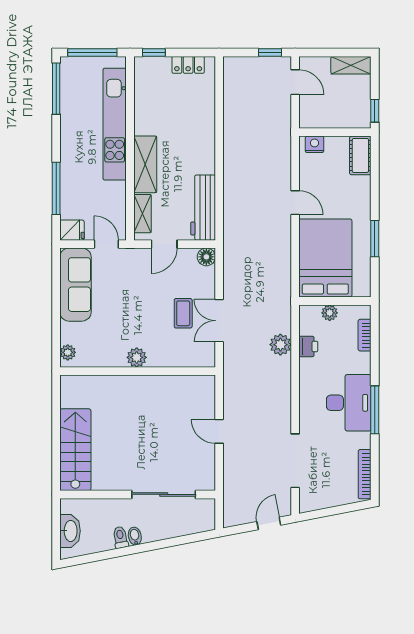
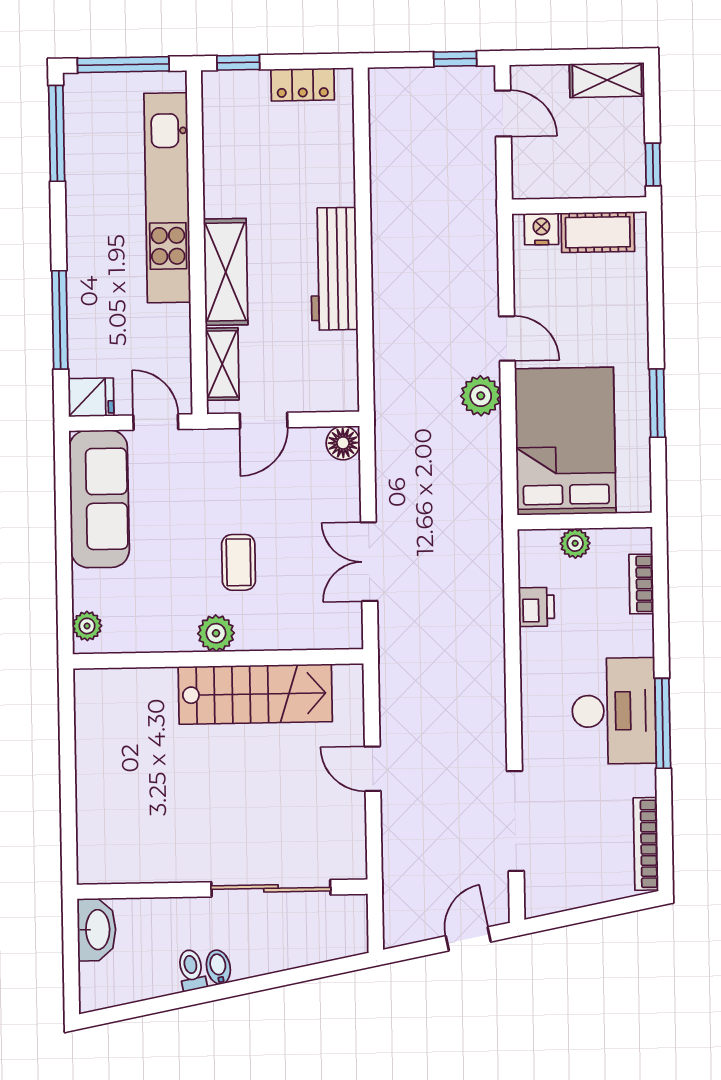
cot: (360, 155) -> (598, 232), moved, turned 90
workbench: (203, 208) -> (334, 269), moved
coffee table: (183, 313) -> (239, 562), moved
plant: (280, 345) -> (481, 396), moved
stairs: (75, 450) -> (255, 694), moved, turned 90
washbasin: (70, 531) -> (97, 930), moved

